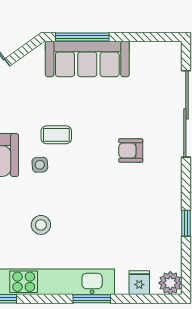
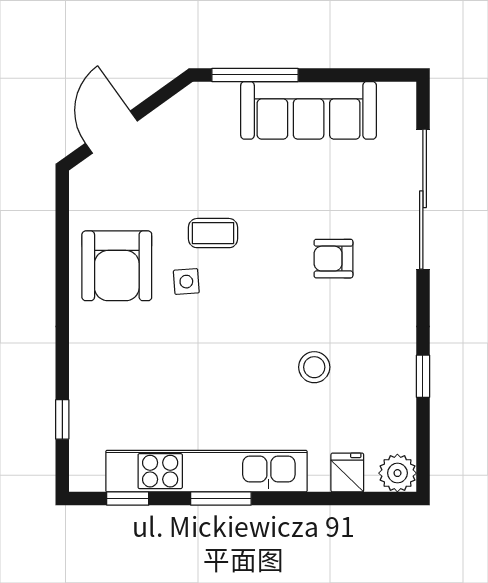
sofa: (87, 59) -> (309, 110), moved
stool: (41, 225) -> (314, 367), moved
window: (92, 299) -> (221, 499), moved

